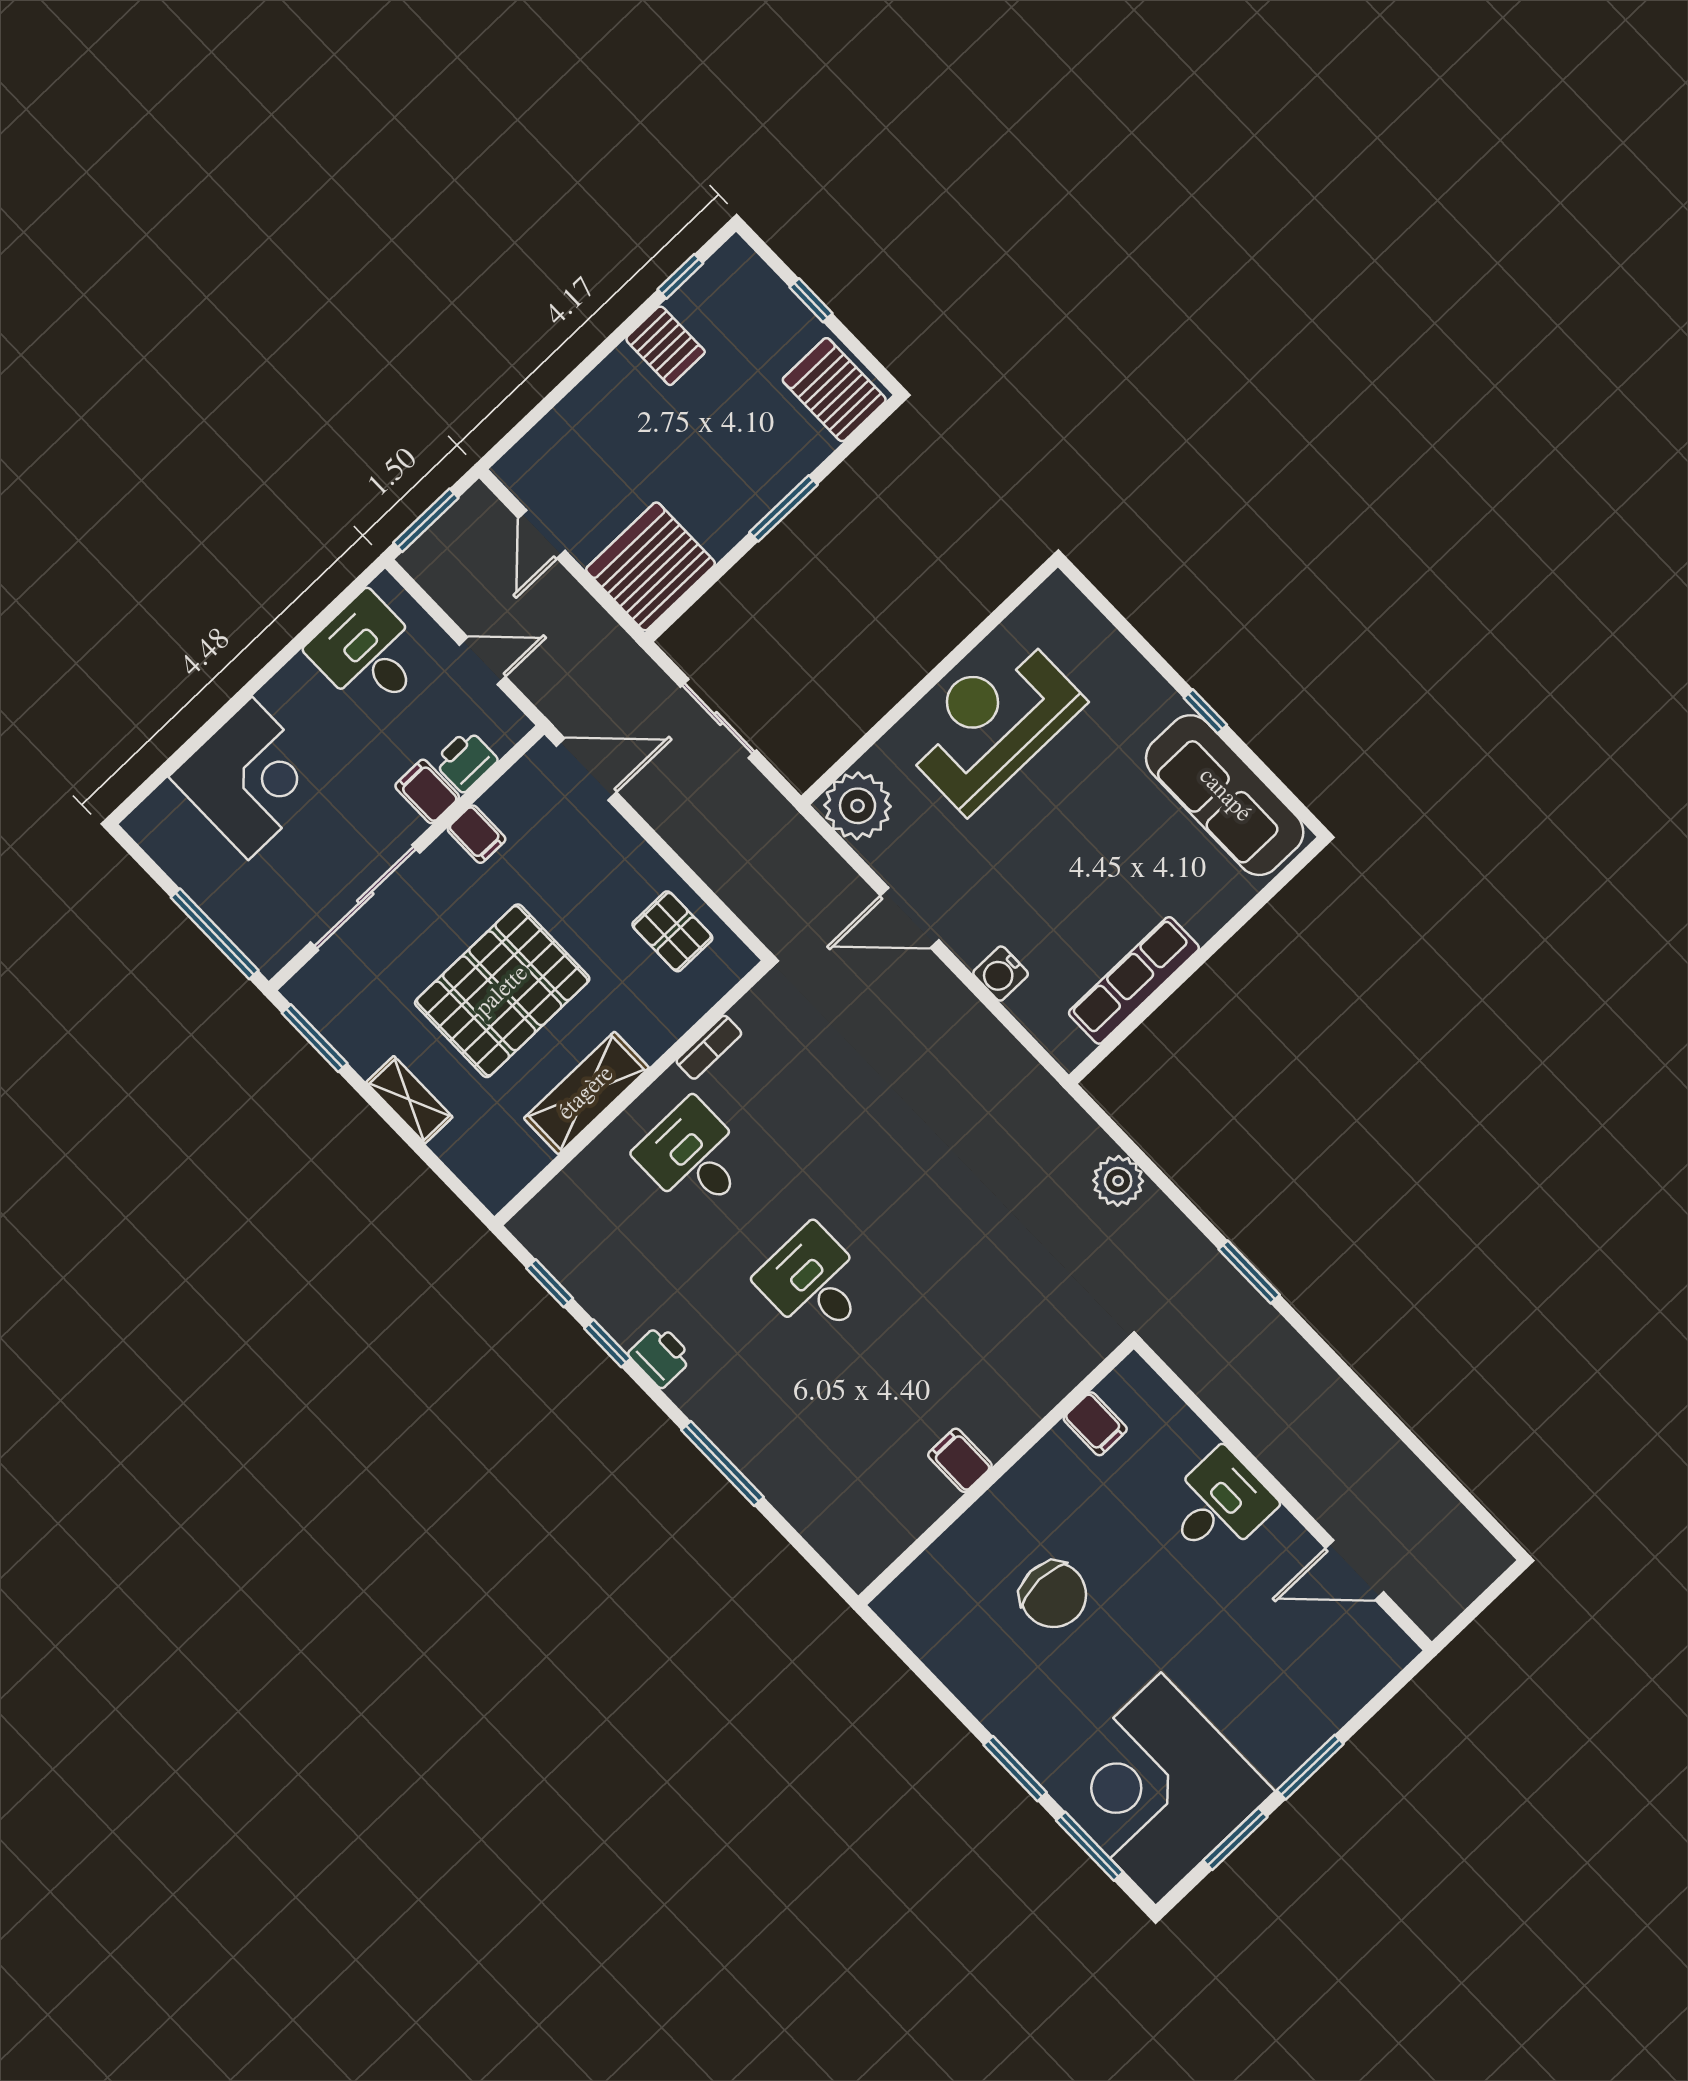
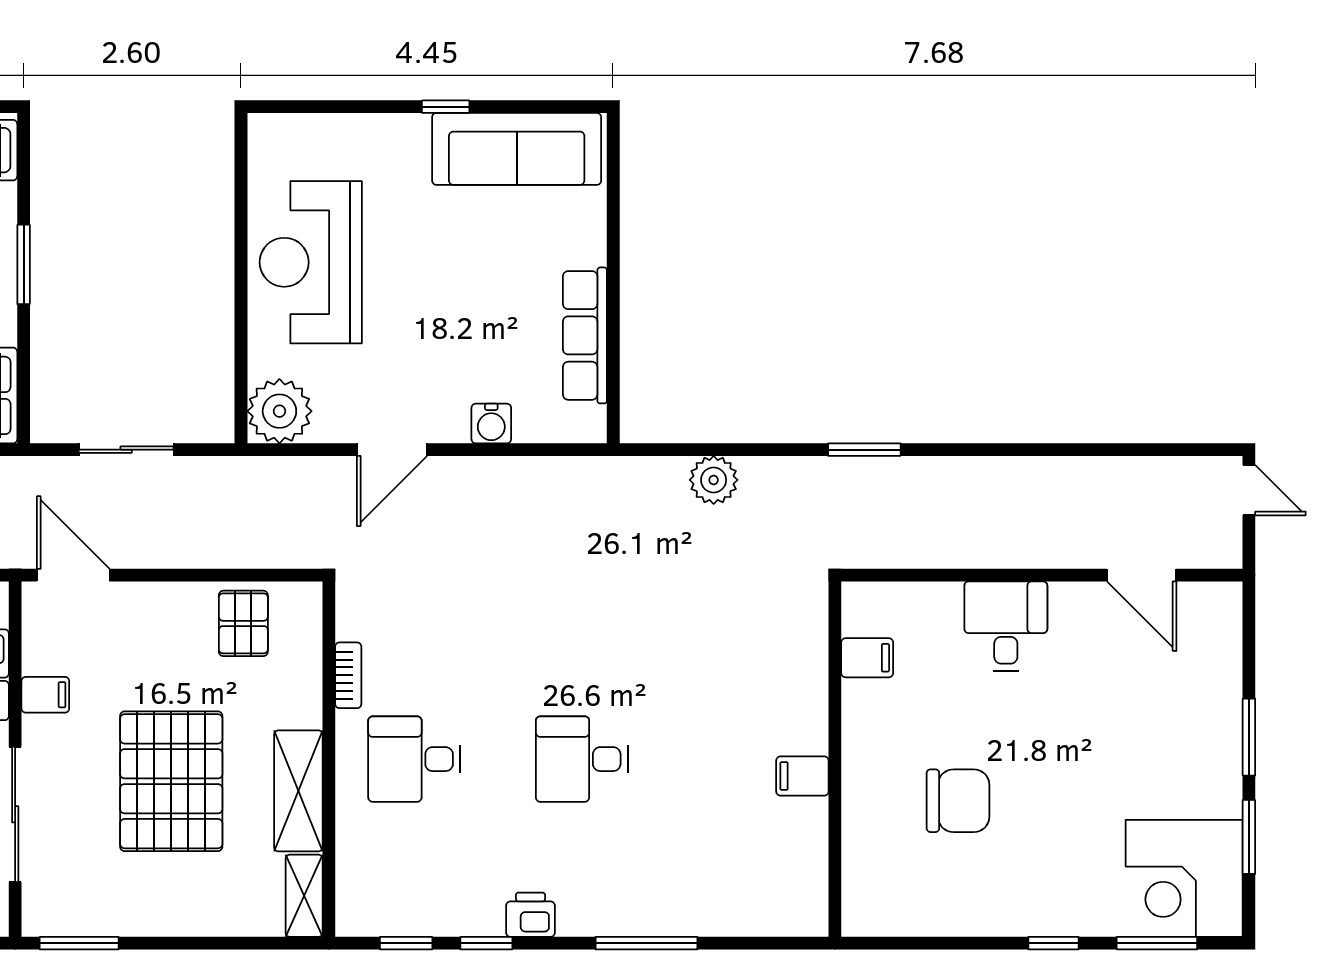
door: (586, 769) -> (73, 575), hinge flipped
pallet: (672, 931) -> (243, 623), turned 90
shelving: (409, 1100) -> (304, 896), moved, turned 90
door: (1355, 1570) -> (1142, 575), hinge flipped
door: (1495, 1589) -> (1249, 490), added
window: (1015, 1769) -> (1053, 943), width x0.67
corner desk: (1158, 1789) -> (1184, 878), width x0.74, depth x0.74

